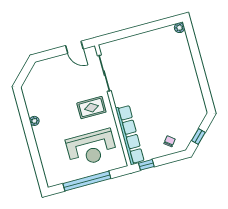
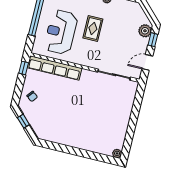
window: (49, 54) -> (153, 40), added
plant: (45, 67) -> (145, 31), added
rug: (91, 108) -> (93, 28), moved

